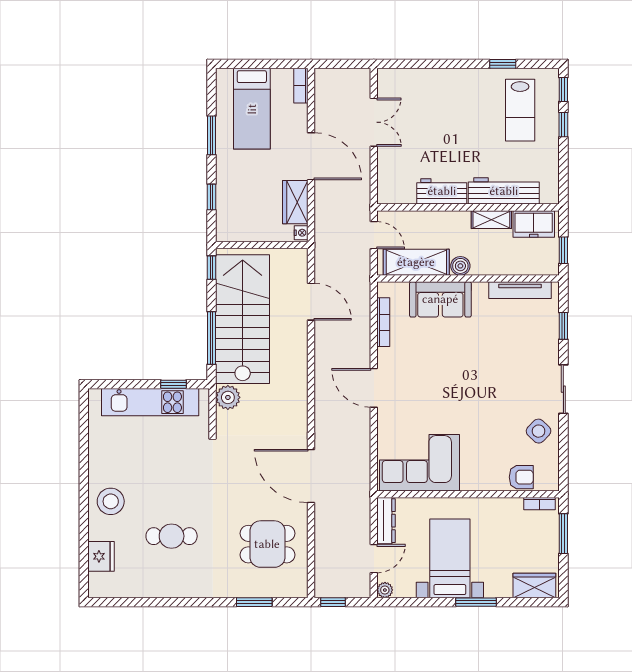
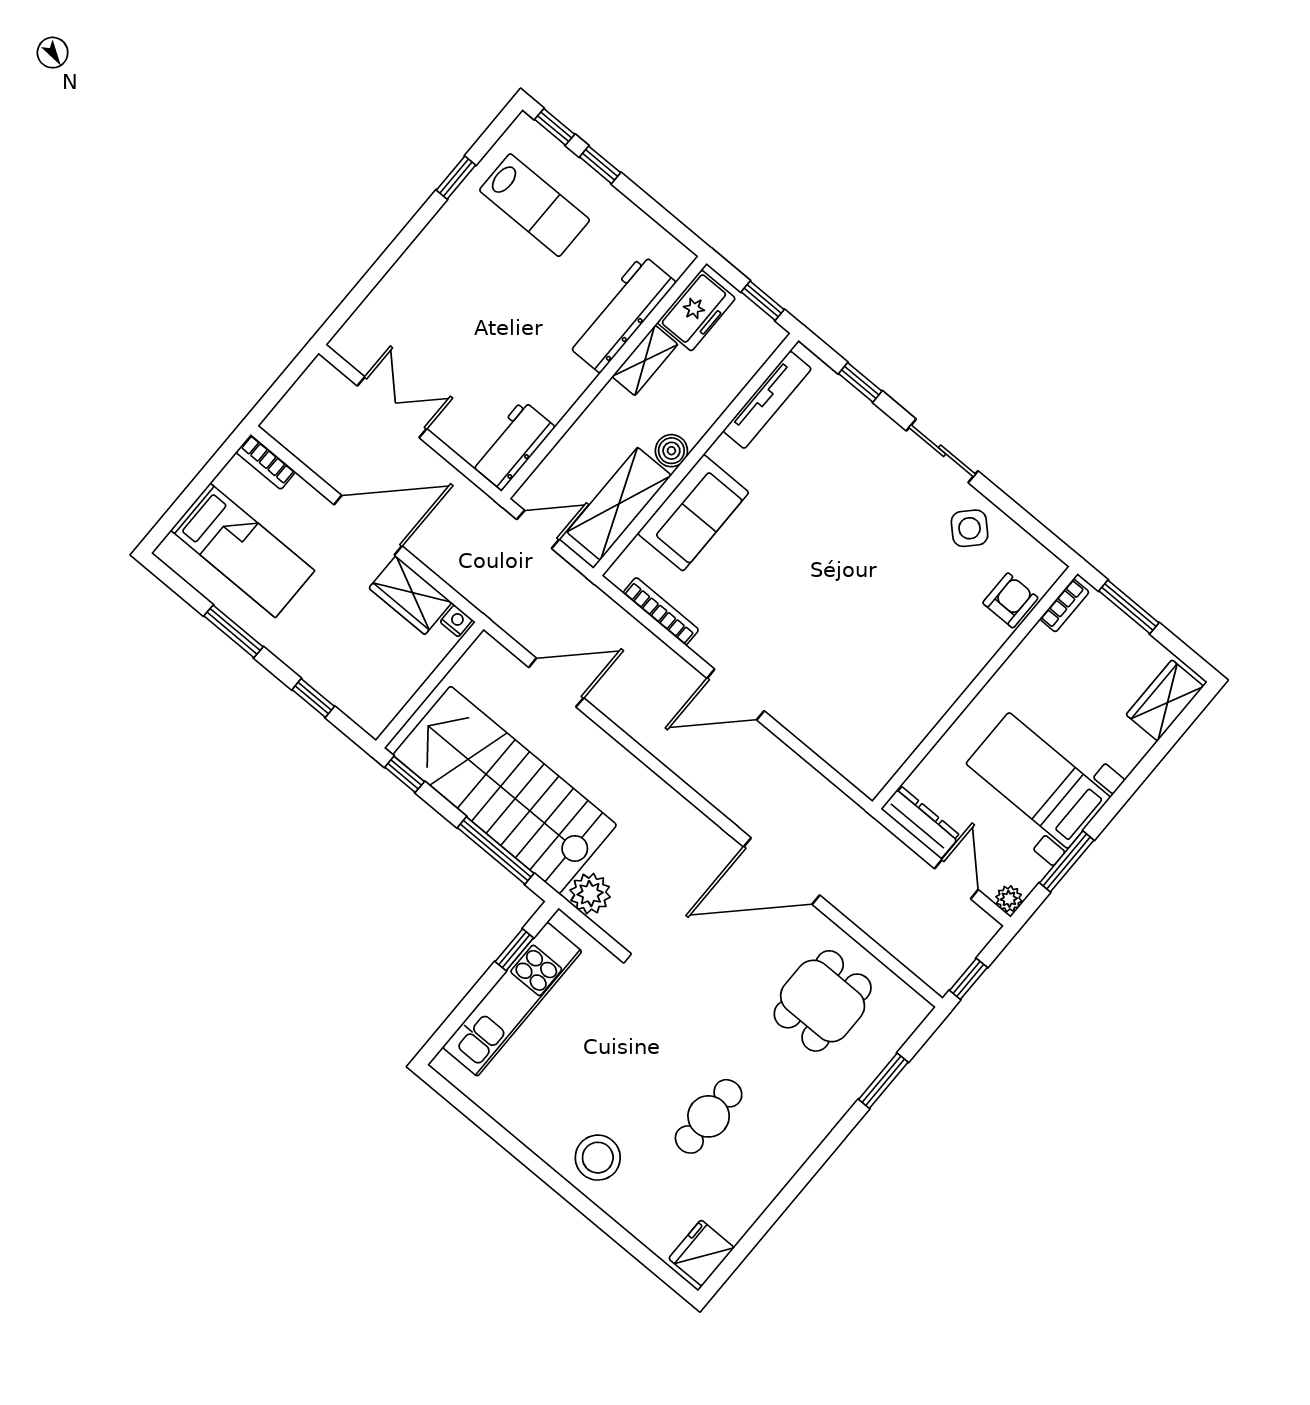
workbench: (442, 191) -> (512, 445), moved
corner sofa: (420, 463) -> (882, 716), removed
fridge: (101, 556) -> (701, 1253), moved, turned -90
window: (476, 602) -> (1067, 861), moved

